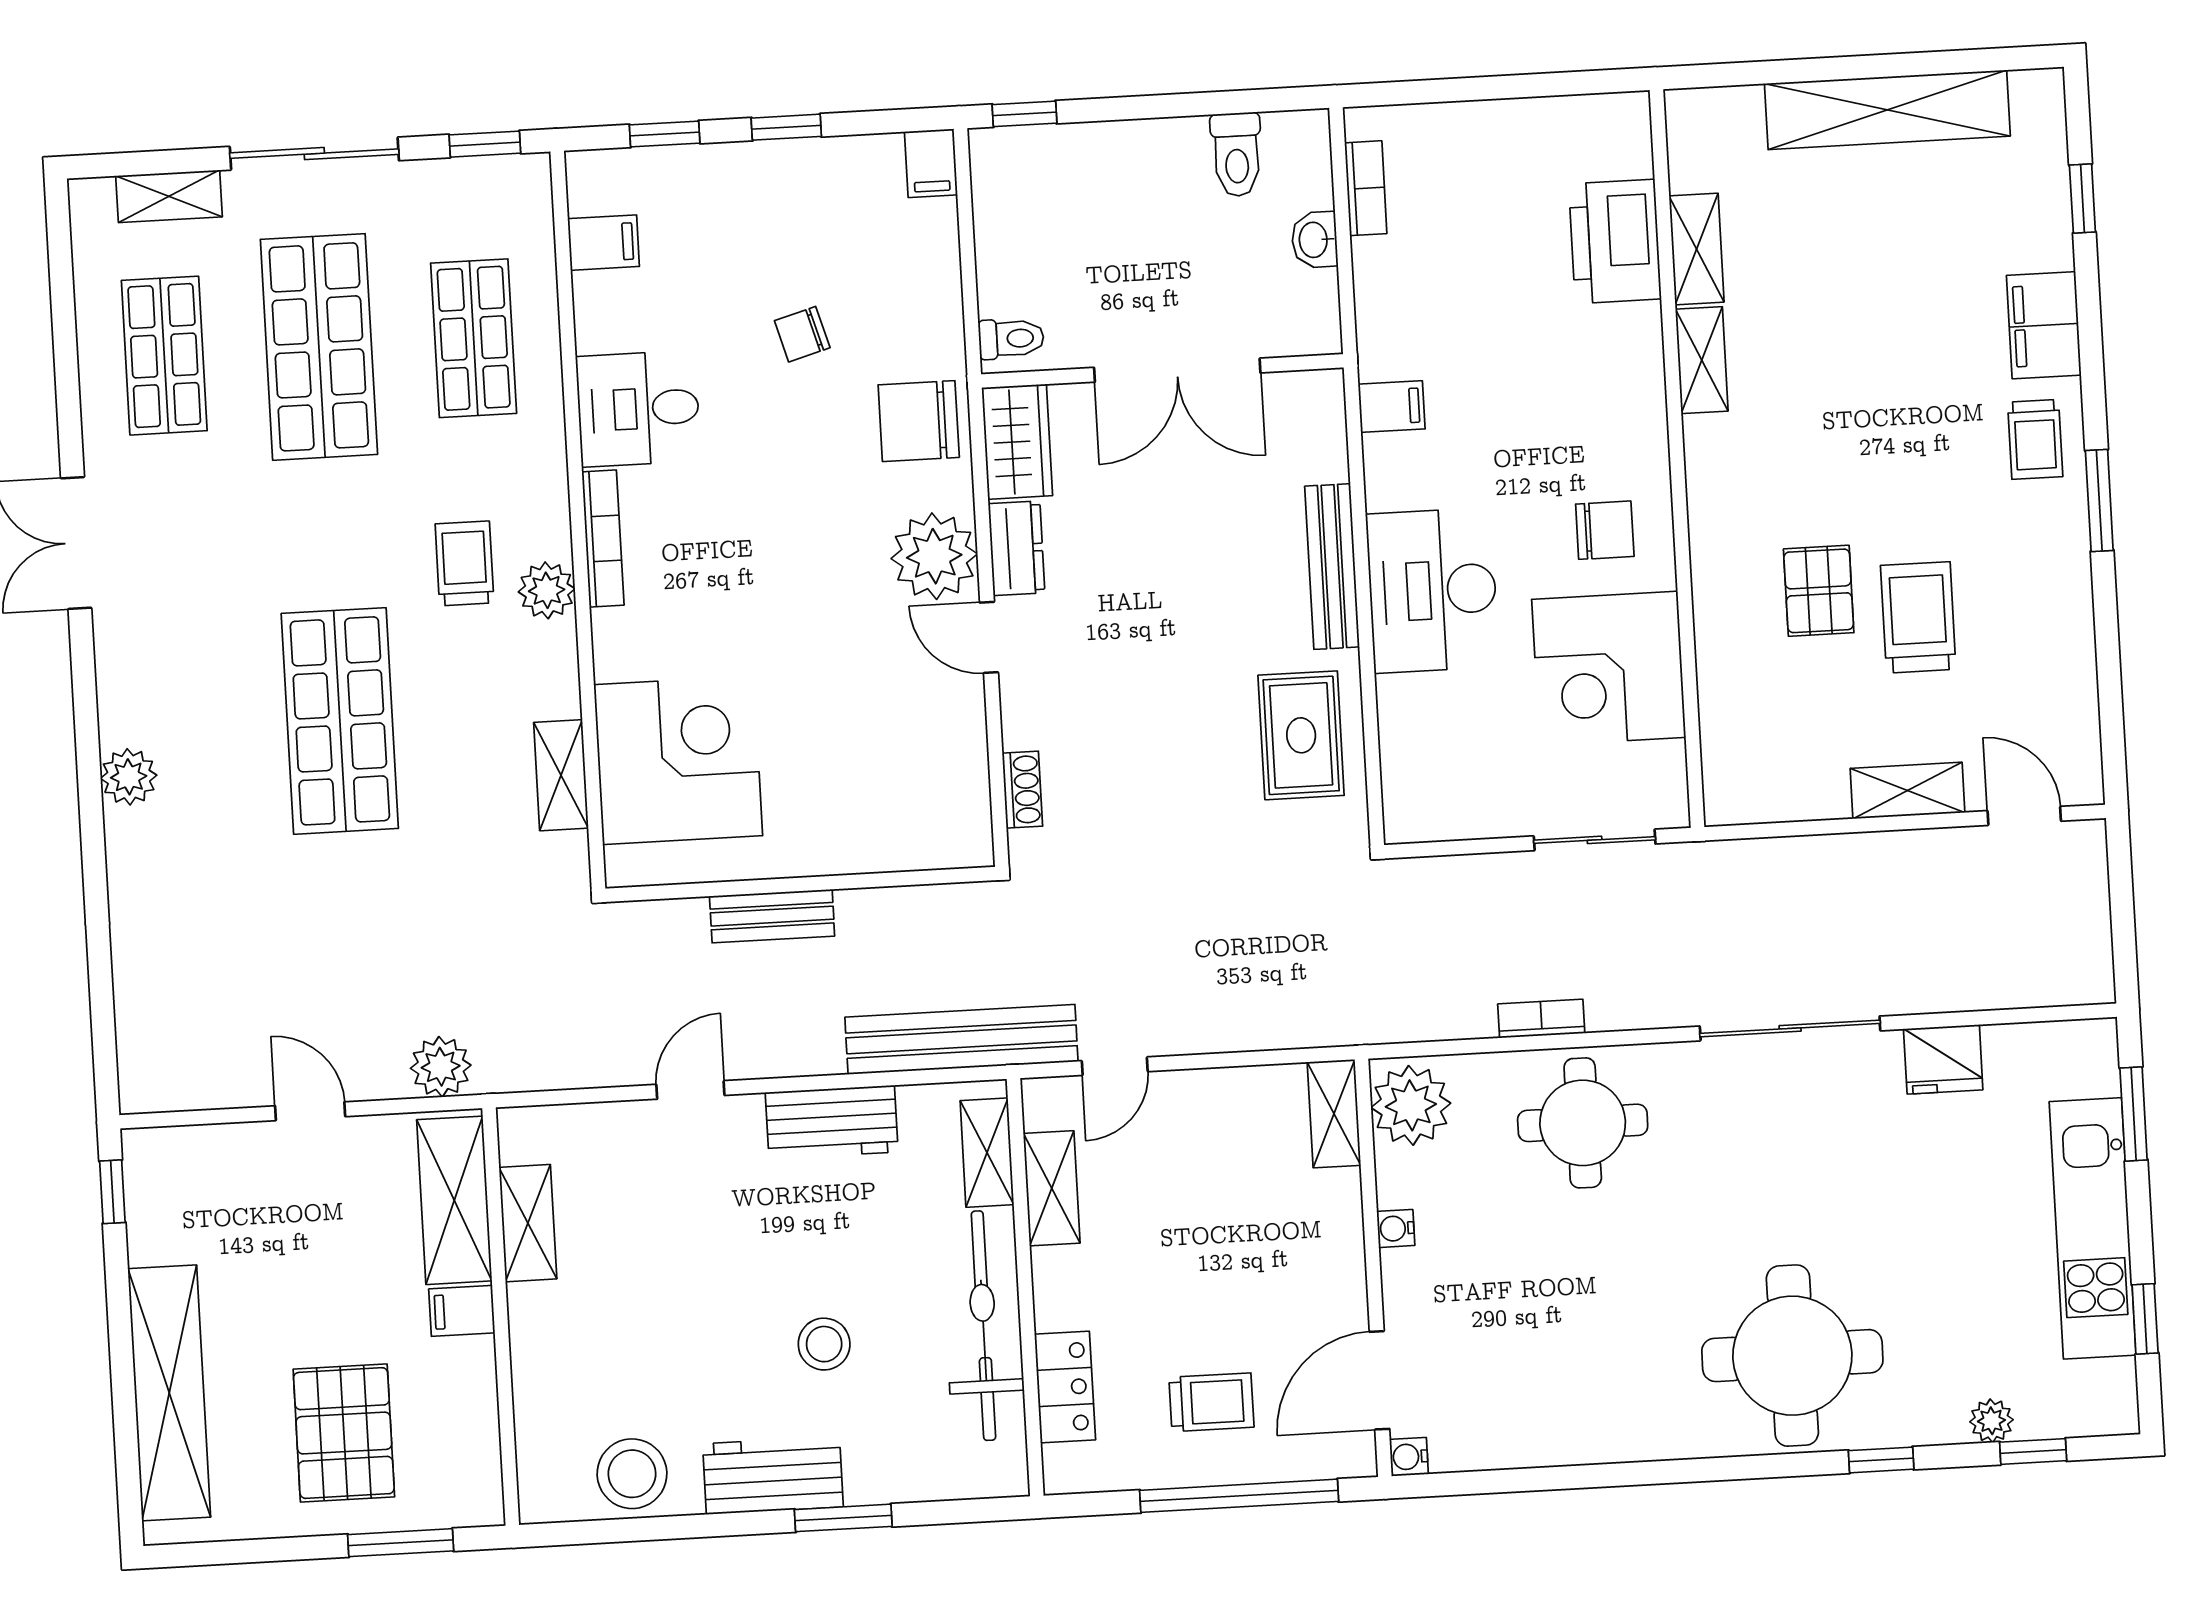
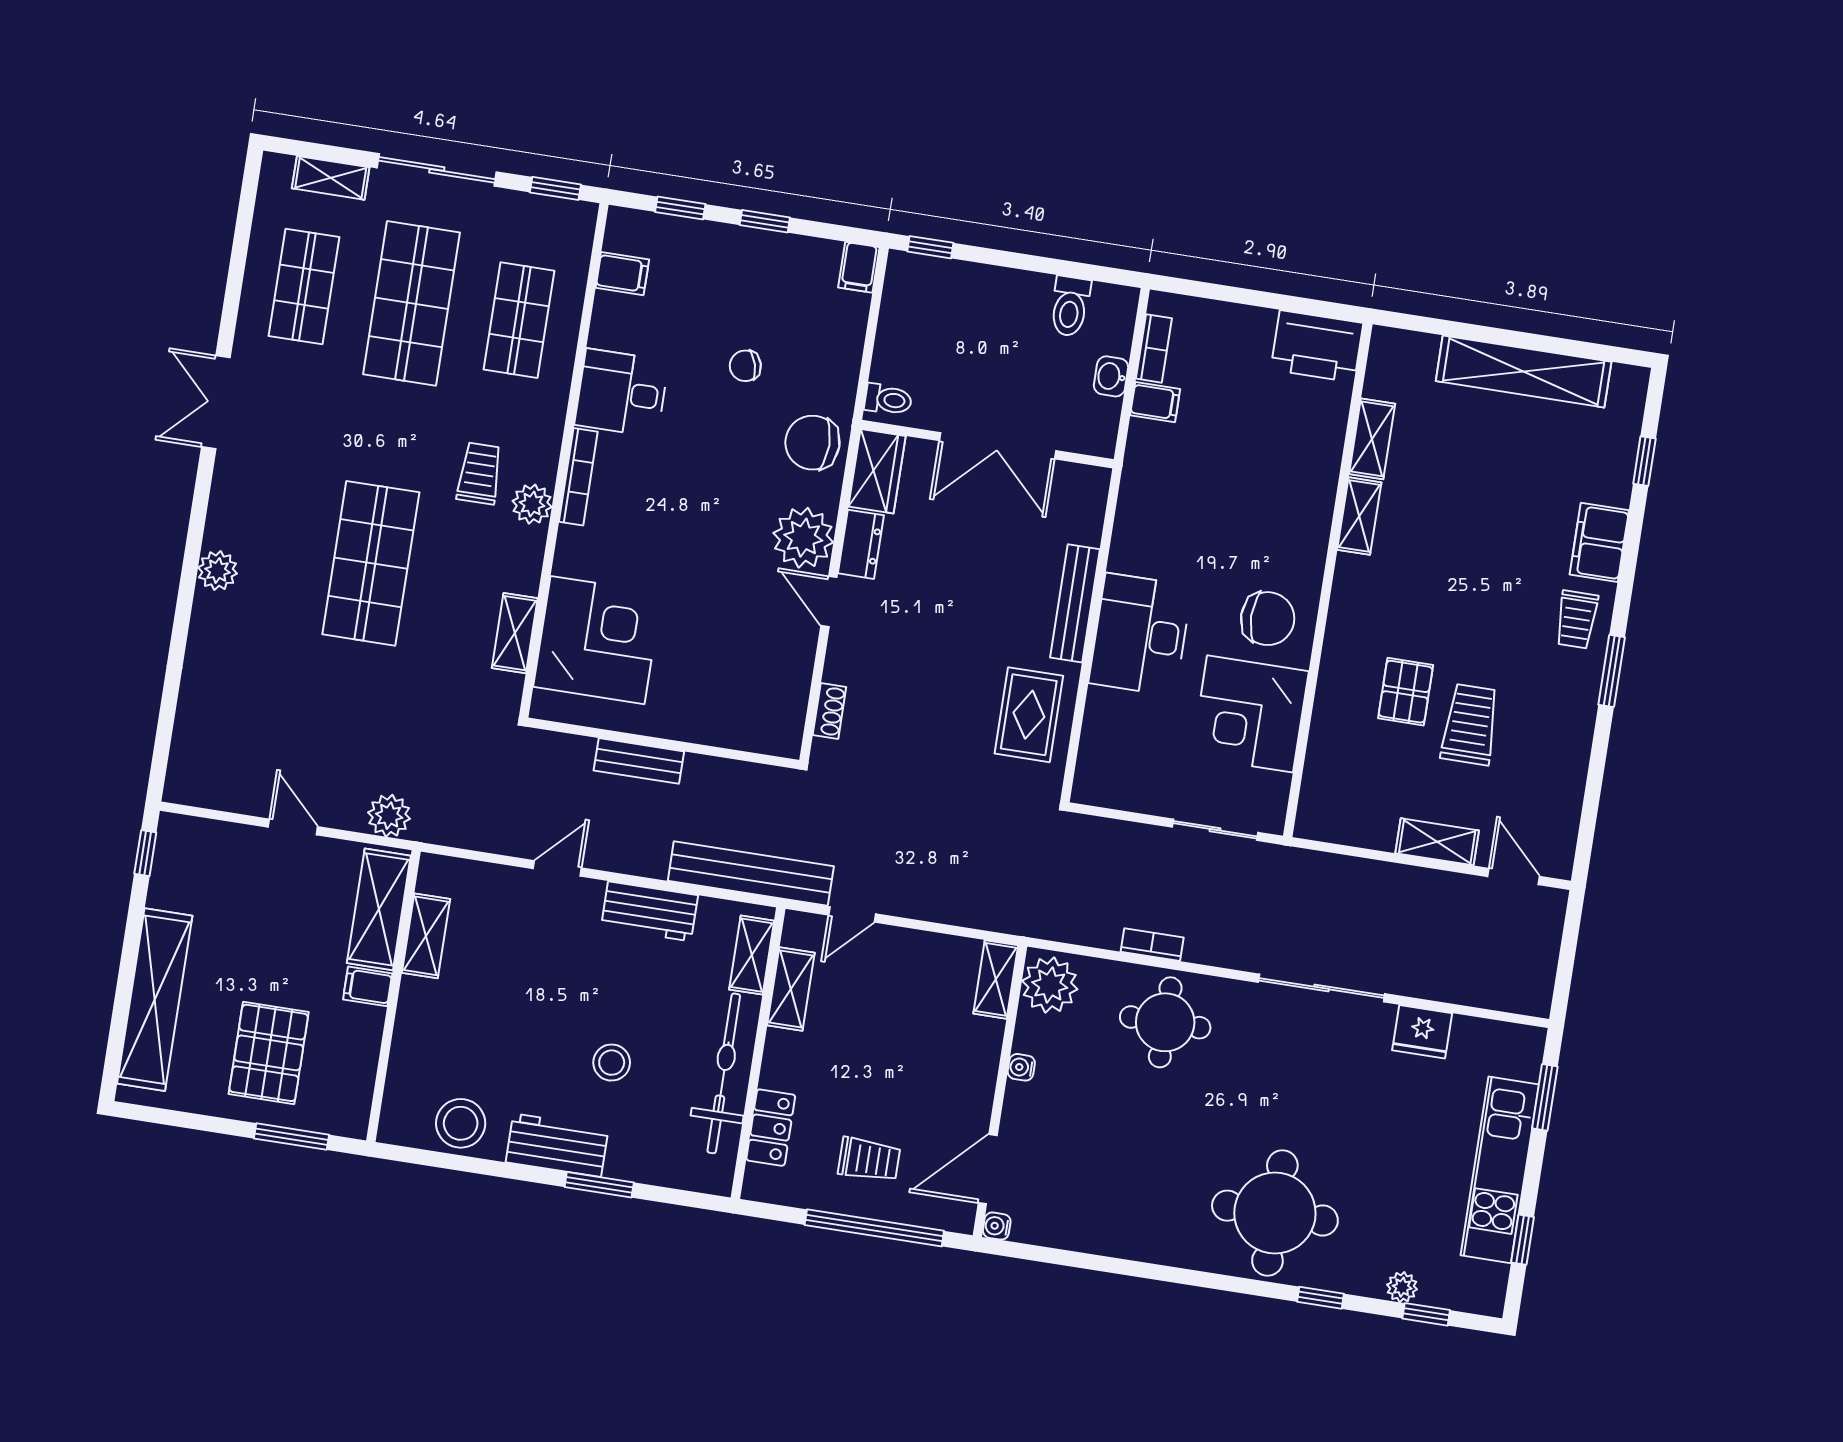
printer: (1615, 241) -> (1317, 346), moved, turned -90
filing cabinet: (1392, 407) -> (1155, 402), moved
chair: (1605, 530) -> (1268, 619), width x1.37, depth x1.37

